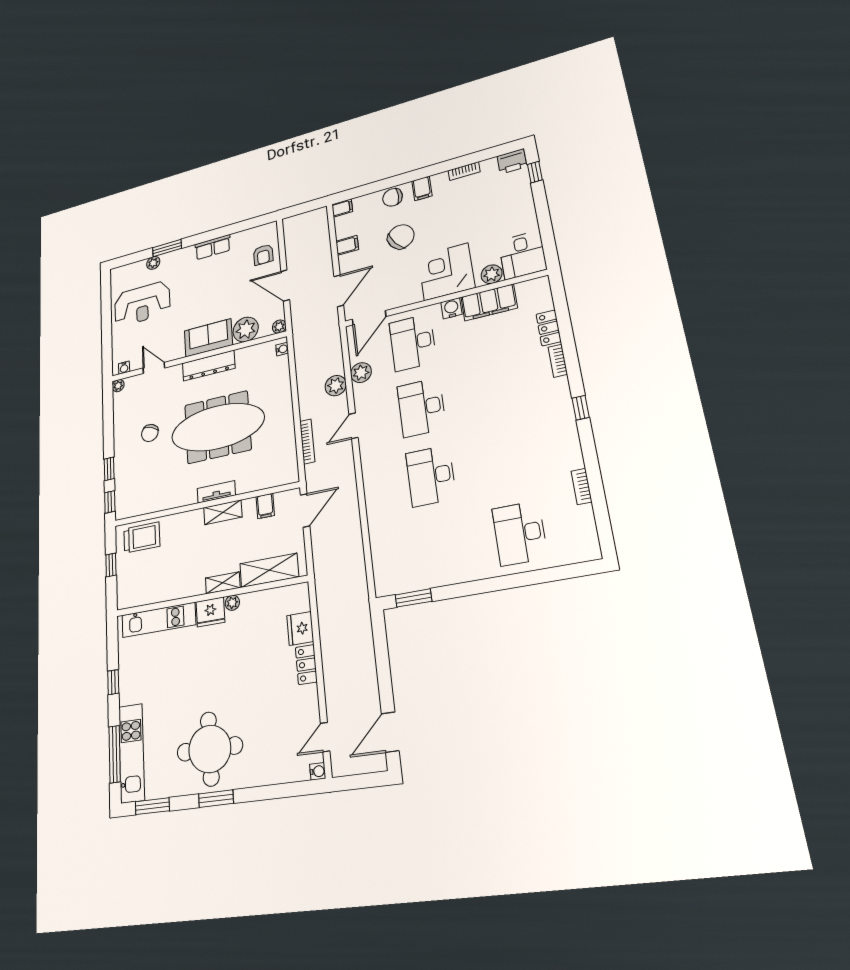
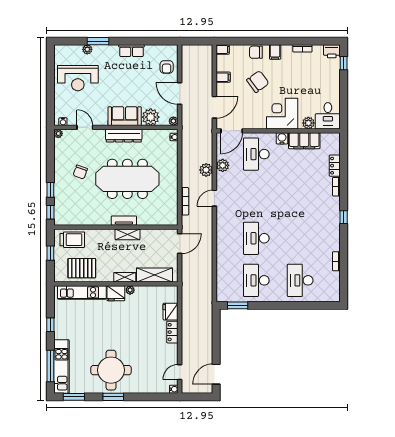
desk: (422, 407) -> (256, 280), moved
filing cabinet: (265, 506) -> (155, 236), removed
pallet: (157, 580) -> (82, 268), added

